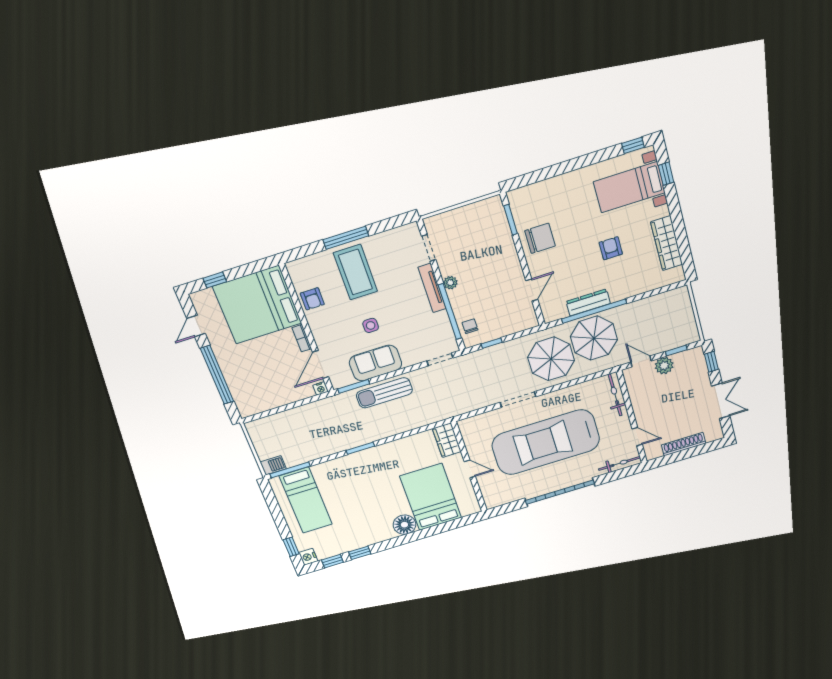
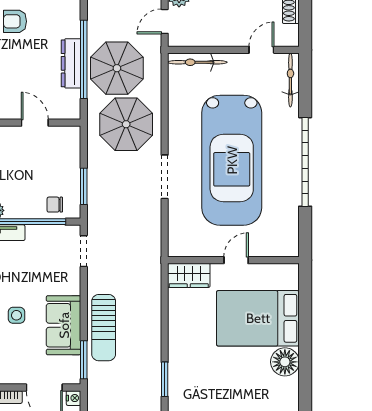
window: (492, 343) -> (84, 186), width x1.50

